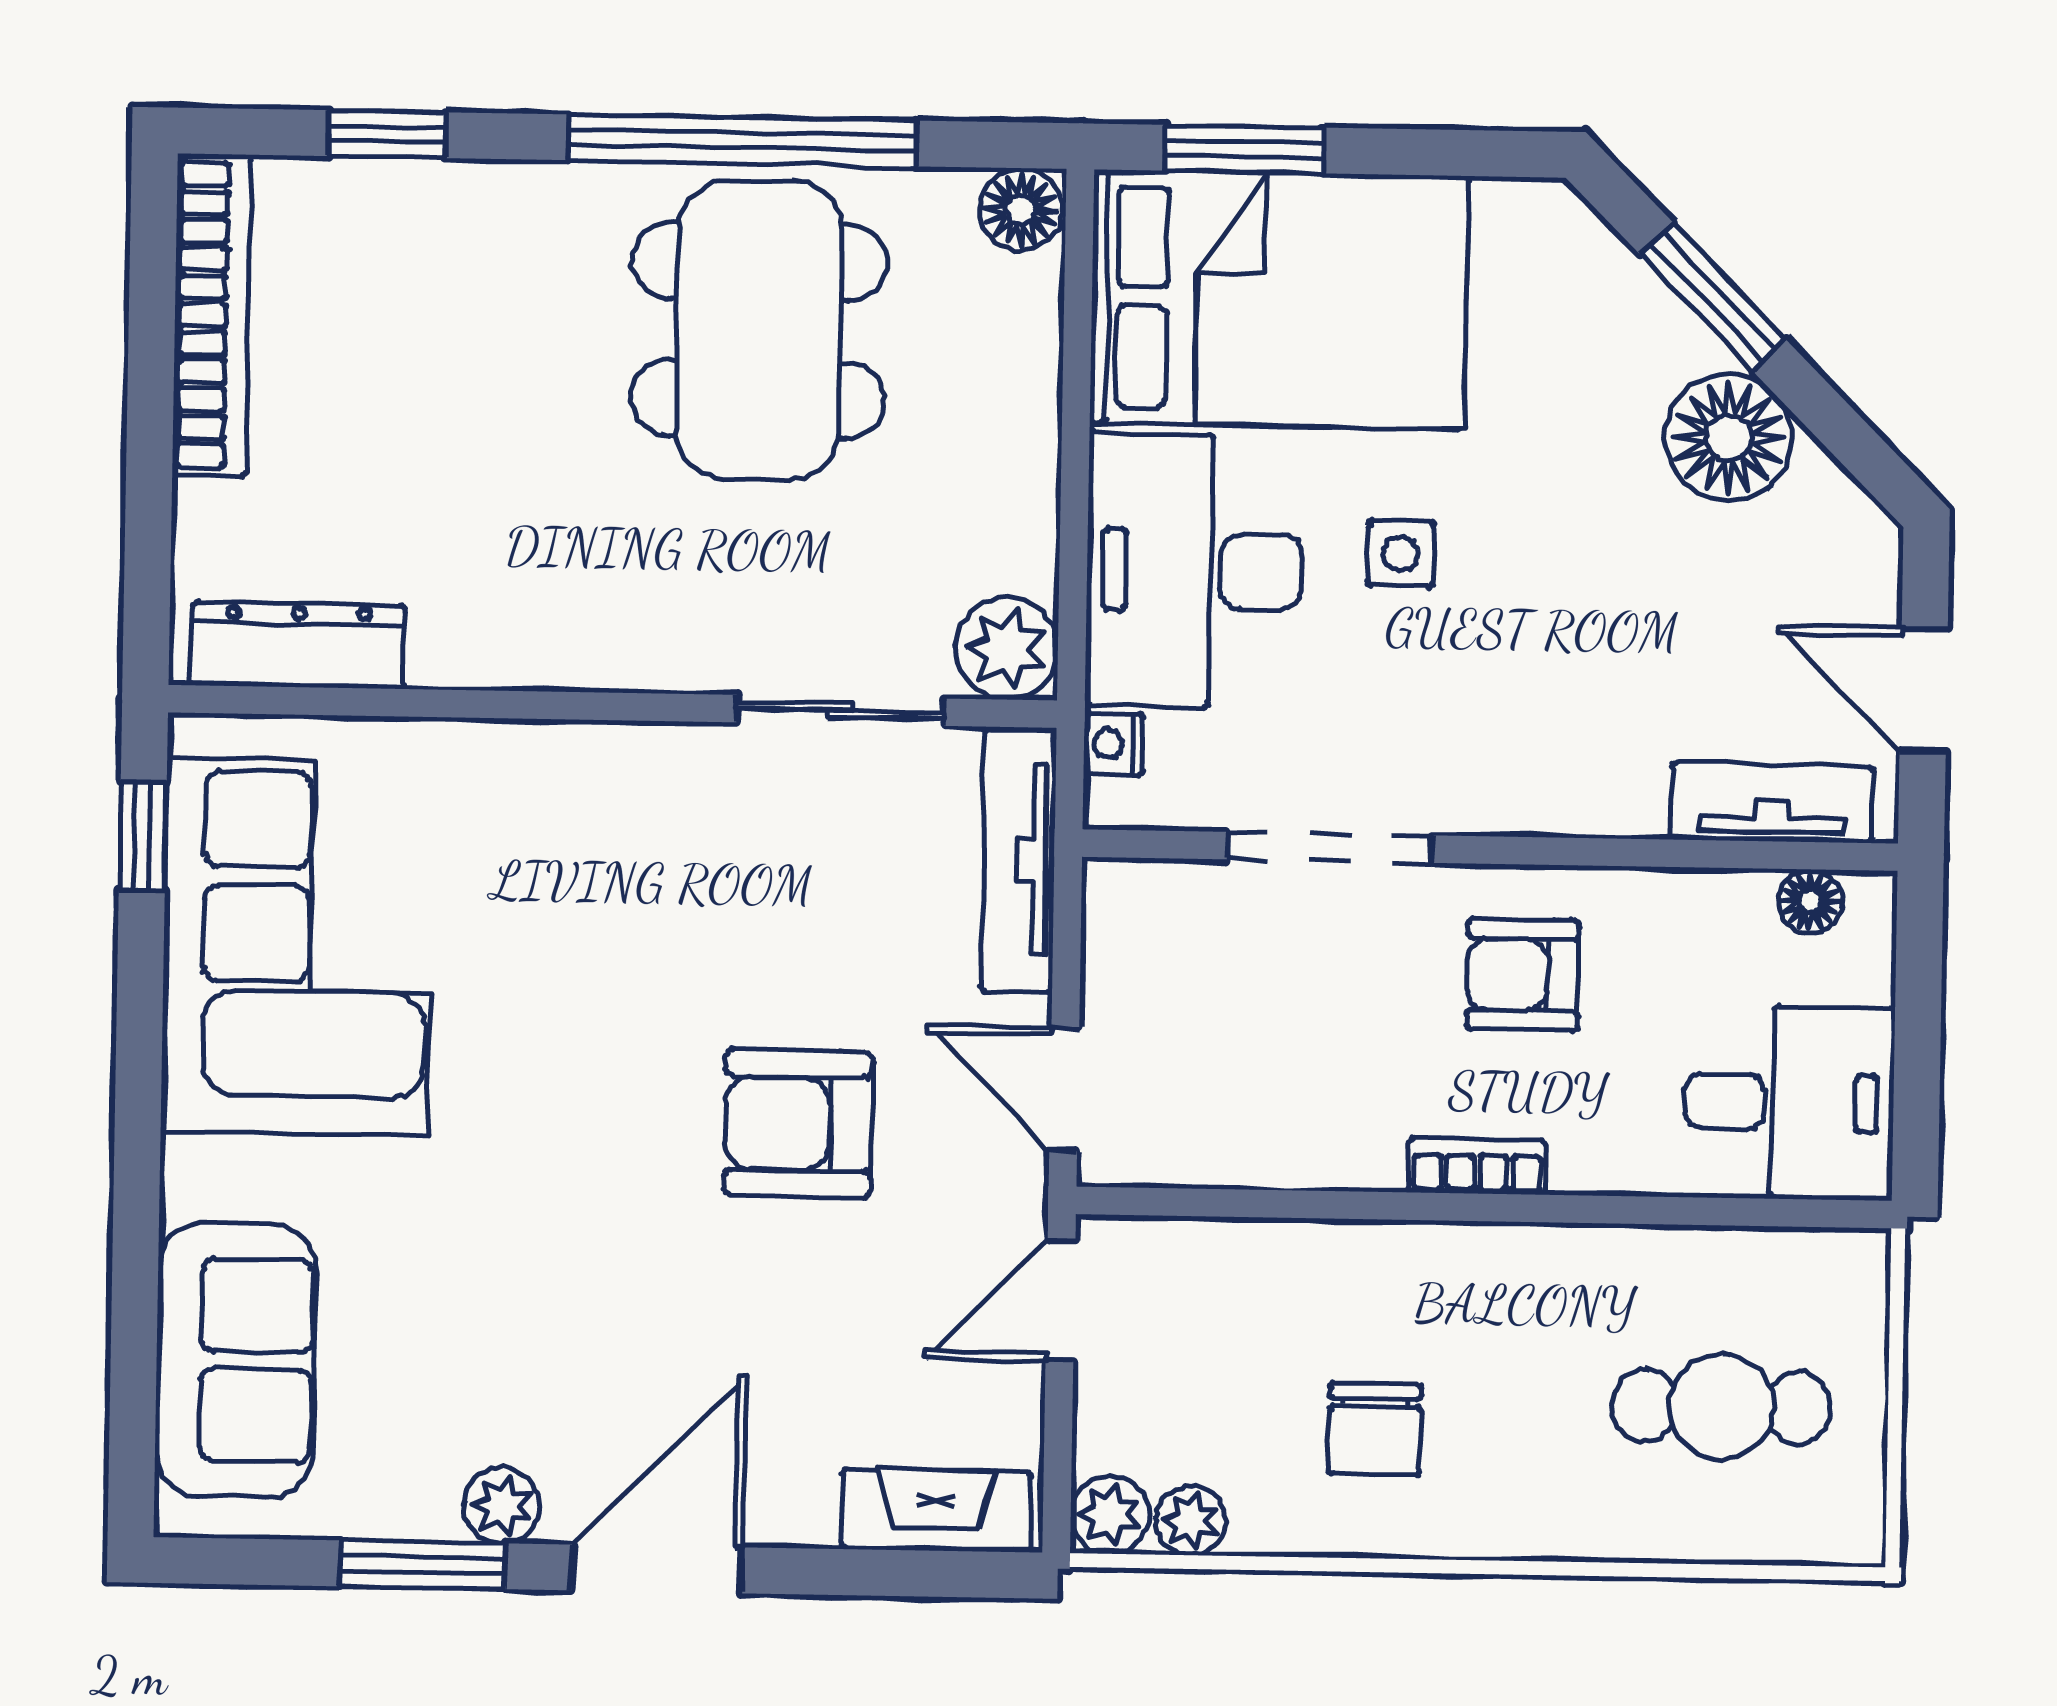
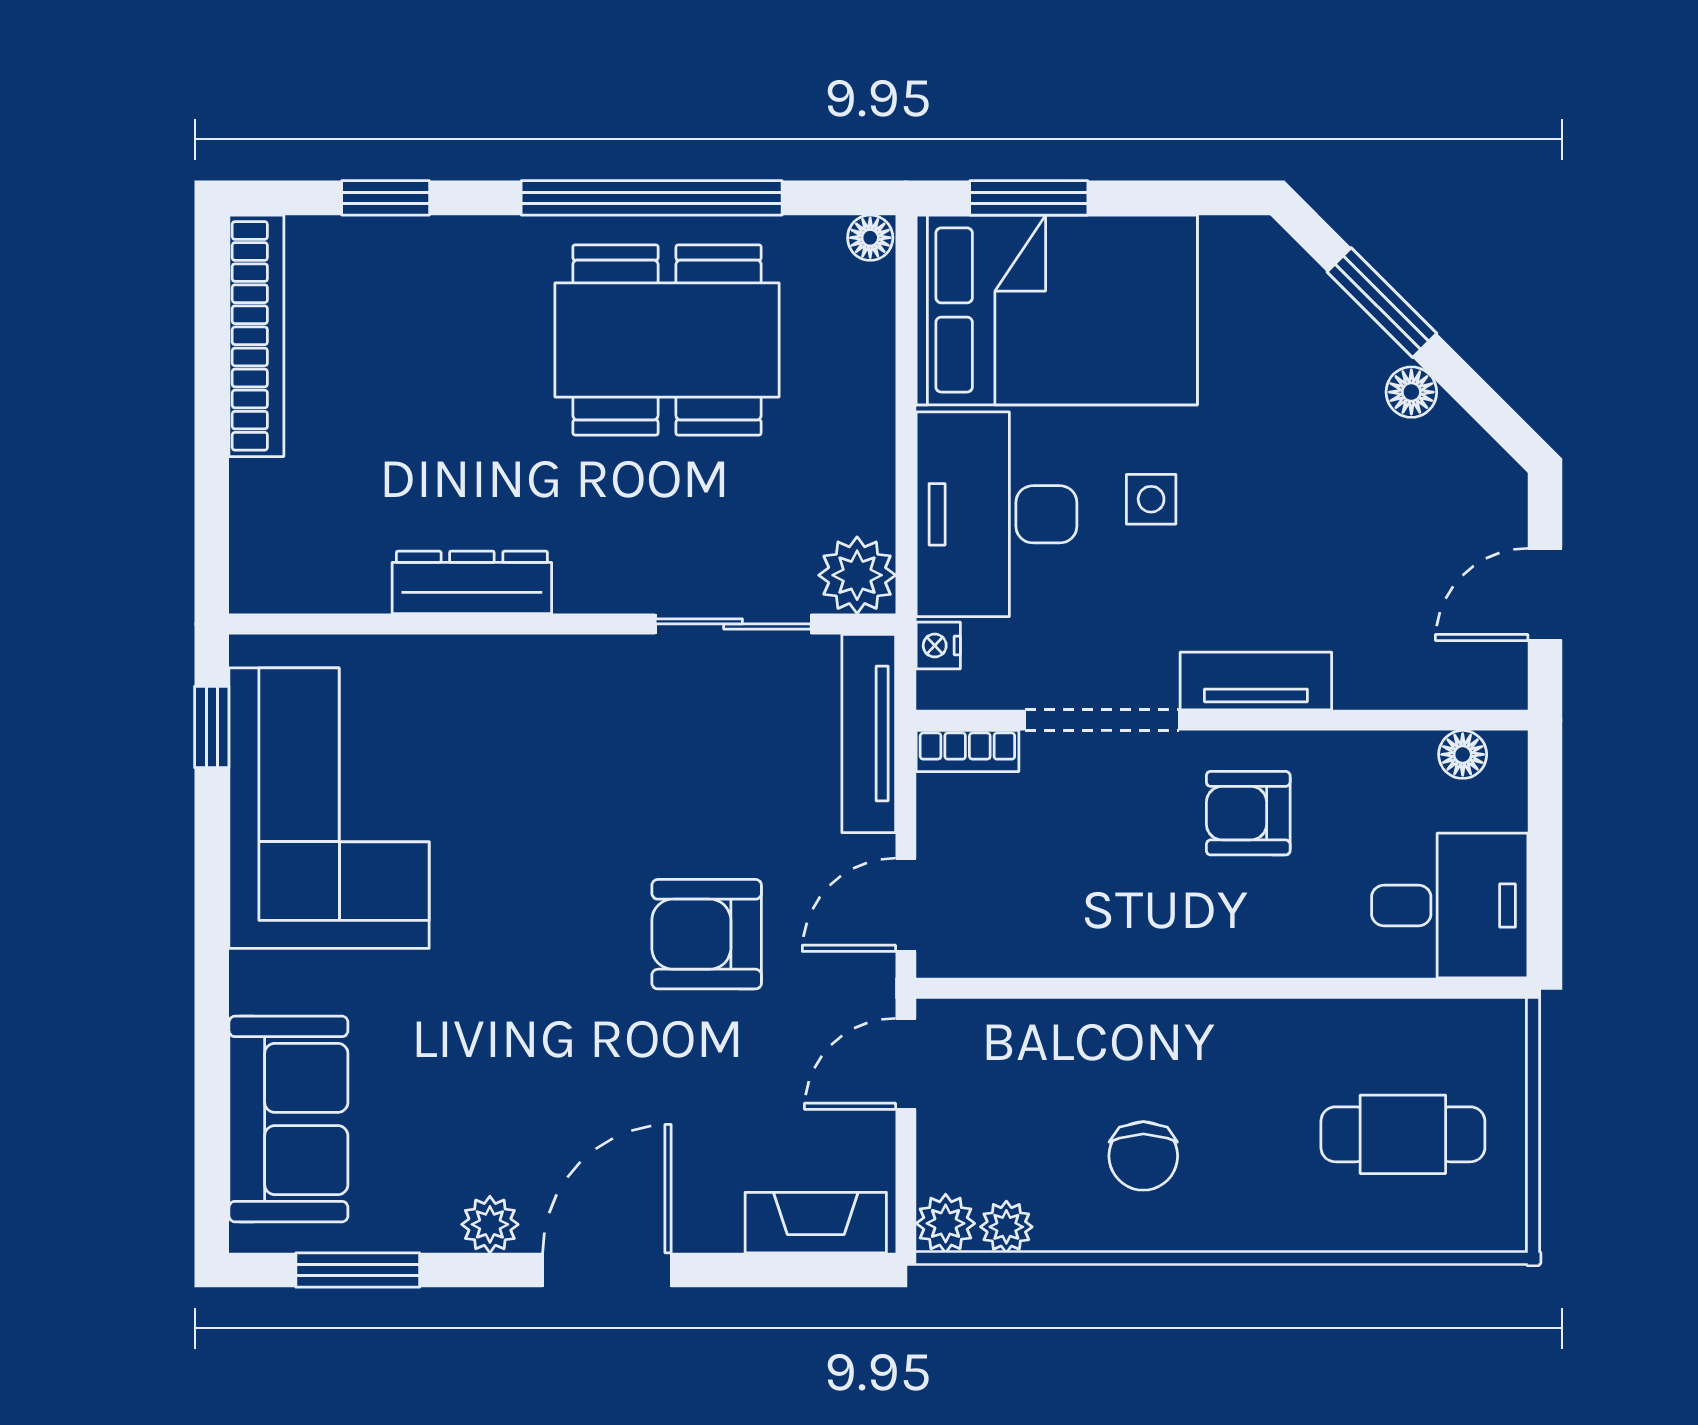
floor lamp: (1021, 210) -> (870, 238), width x0.73, depth x0.73
dining table: (759, 330) -> (667, 340), turned 90
floor lamp: (1729, 438) -> (1411, 392), width x0.53, depth x0.53
dresser: (298, 646) -> (472, 582), moved
door: (1924, 690) -> (1545, 594), hinge flipped
tv unit: (1772, 803) -> (1256, 681), moved
door: (1064, 1089) -> (906, 905), hinge flipped
bookcase: (1477, 1166) -> (967, 751), moved, turned 180
window: (423, 1565) -> (358, 1270), moved

